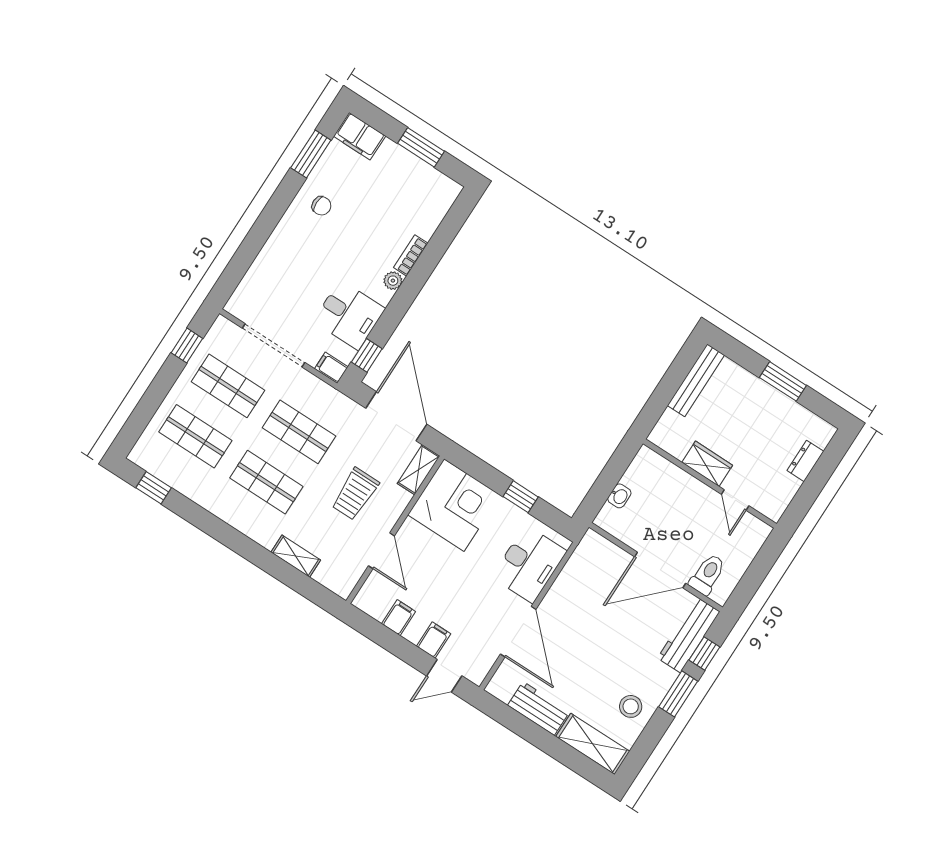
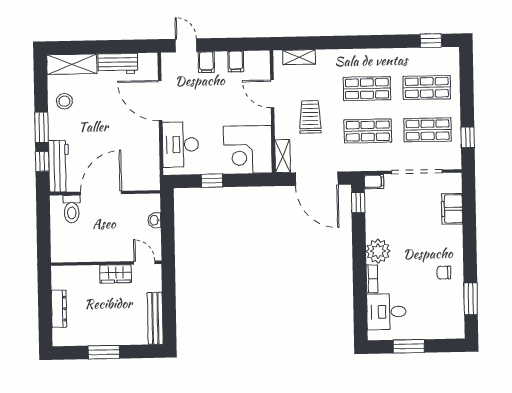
filing cabinet: (360, 136) -> (452, 209), moved, turned -90
plant: (393, 281) -> (378, 251), width x1.88, depth x1.88
desk: (349, 315) -> (386, 312), moved
dresser: (805, 461) -> (59, 309), width x1.44
door: (735, 500) -> (145, 262), moved
shelving: (296, 556) -> (299, 57), moved
door: (444, 676) -> (186, 45), hinge flipped

